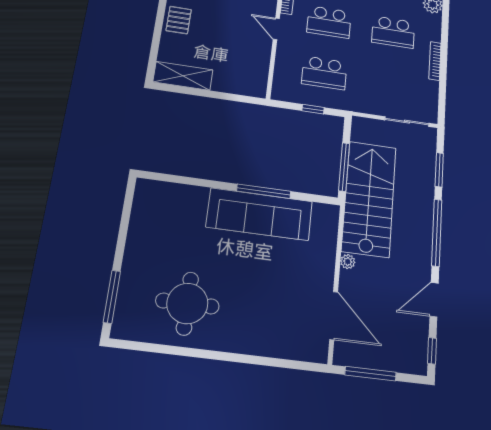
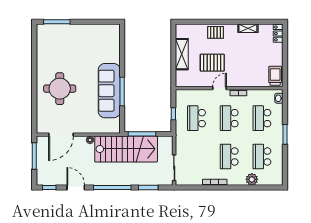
pallet: (231, 33) -> (212, 63), added
shelving: (183, 76) -> (182, 54), moved
round table: (187, 303) -> (60, 89), moved

